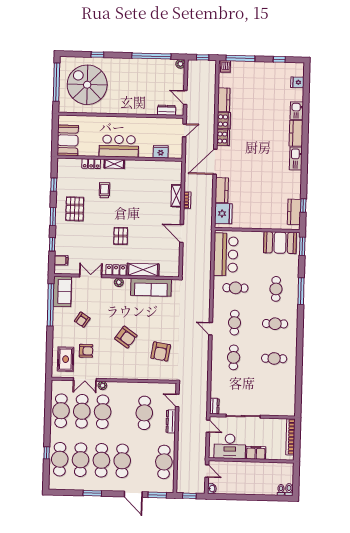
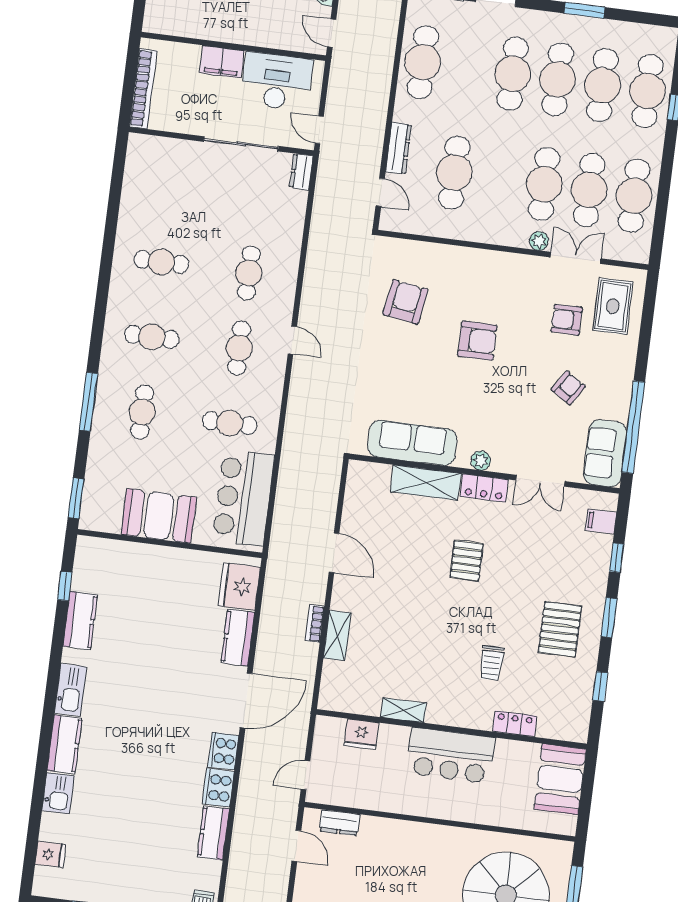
shelving: (114, 164) -> (403, 710), moved
kitchen counter: (294, 212) -> (80, 621), moved
booth: (280, 243) -> (159, 516), moved
armchair: (126, 337) -> (477, 341), turned 145

